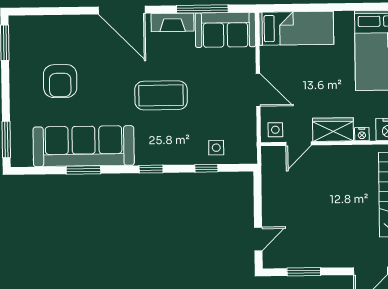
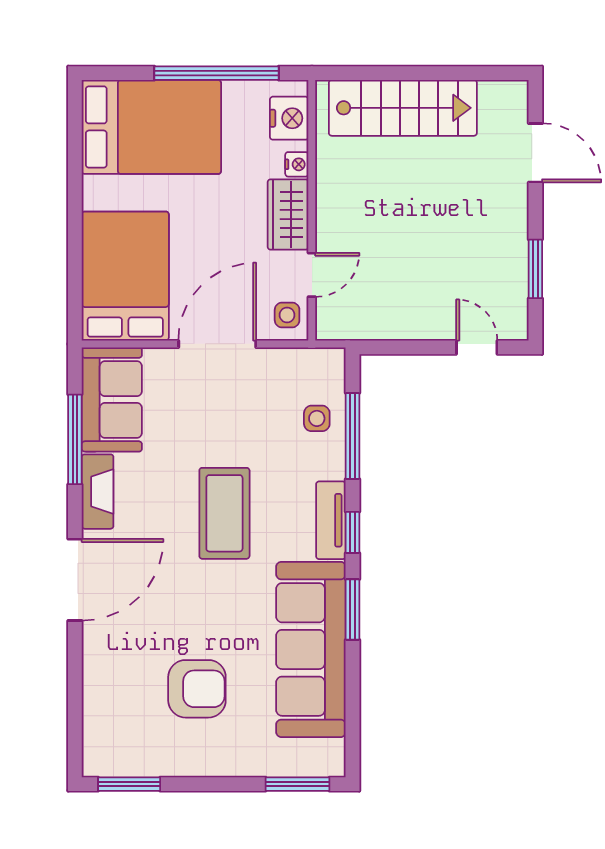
bed: (296, 28) -> (125, 276), width x1.50
door: (258, 90) -> (217, 344), width x1.36
door: (299, 144) -> (312, 275), hinge flipped
tv unit: (158, 157) -> (331, 520), added
window: (206, 168) -> (352, 436), width x2.17
window: (83, 170) -> (352, 610), moved

